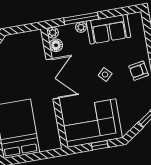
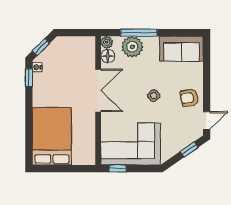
plant: (81, 27) -> (132, 47), width x1.88, depth x1.88
sofa: (109, 29) -> (181, 49), moved
window: (100, 145) -> (118, 169), moved

